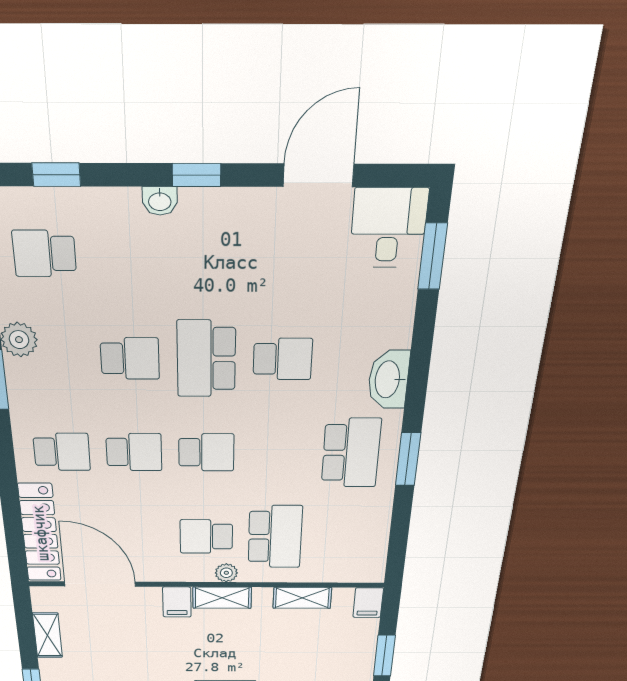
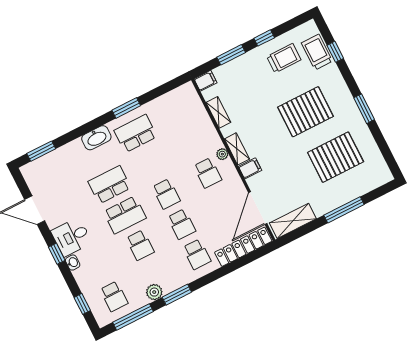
desk: (388, 228) -> (72, 237), moved
school desk: (130, 358) -> (140, 245), turned 180
school desk: (283, 359) -> (109, 185), width x1.85
school desk: (62, 452) -> (197, 254), turned 180
school desk: (134, 452) -> (182, 224), turned 180
school desk: (206, 452) -> (166, 194), turned 180
school desk: (275, 537) -> (192, 143), removed
shelving: (48, 635) -> (293, 221), width x1.50, depth x1.33

